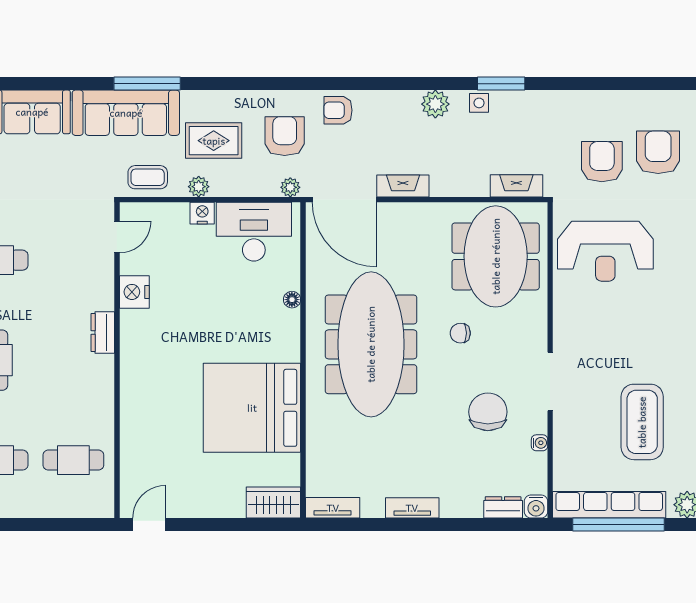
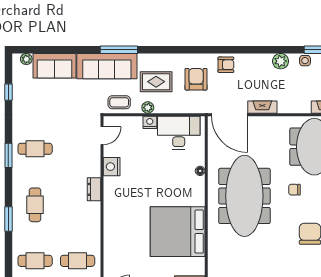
armchair: (338, 110) -> (226, 65), turned 180
plant: (290, 187) -> (199, 108), removed

